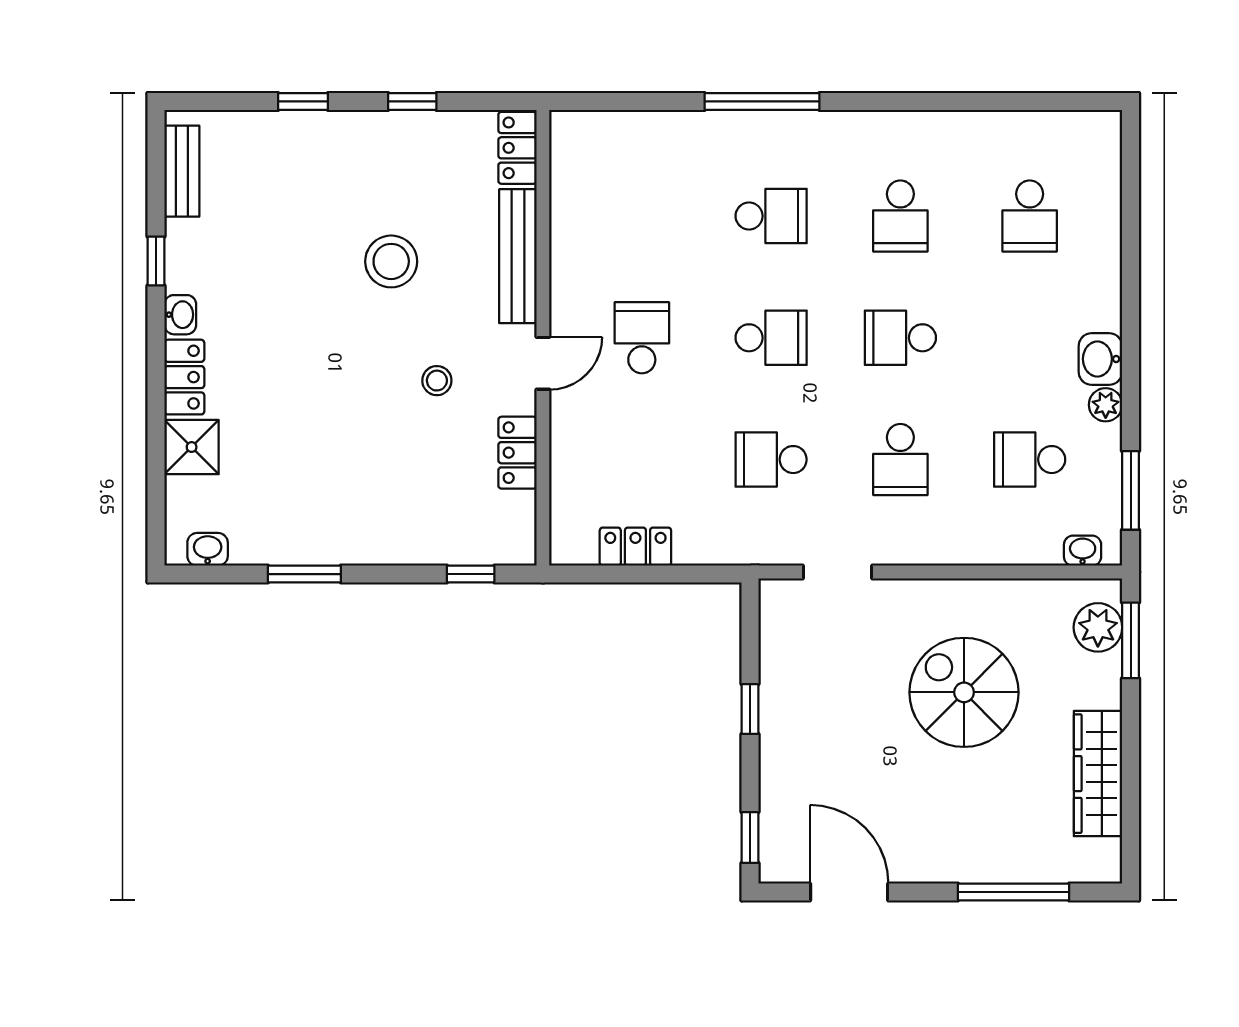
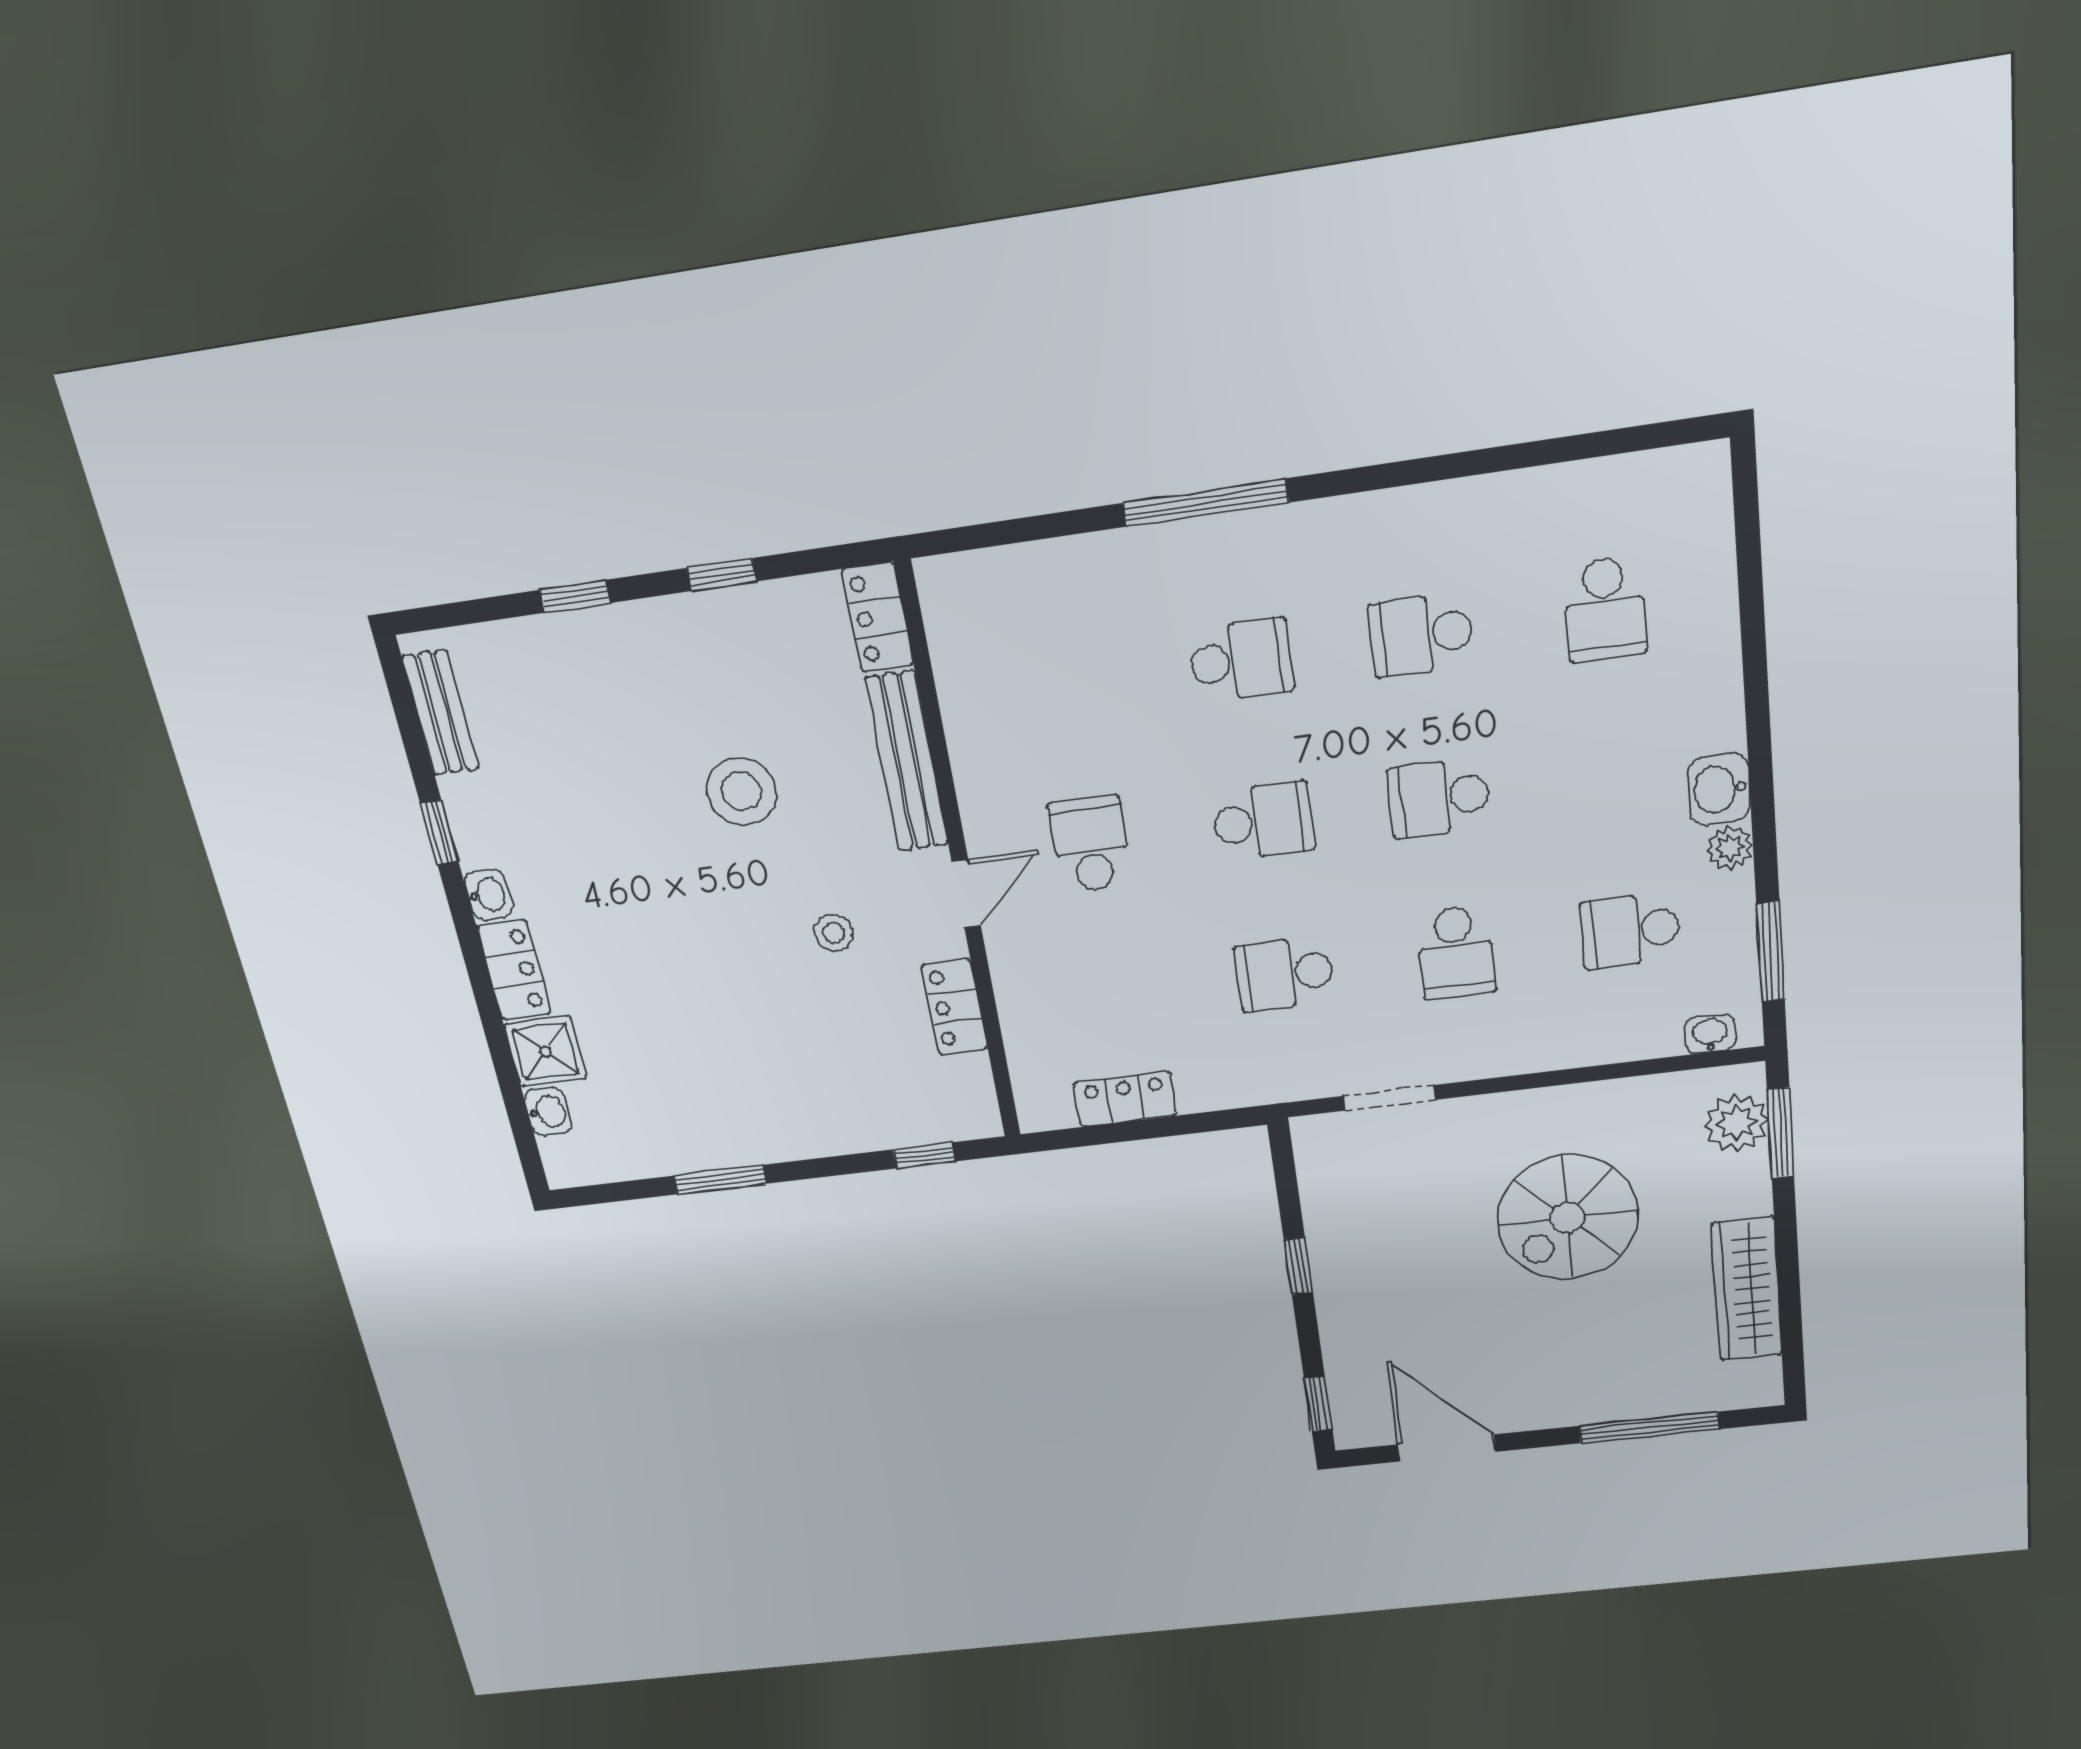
school desk: (900, 216) -> (1421, 635), turned 90
washbasin: (208, 549) -> (548, 1112), moved, turned 90
spiral stairs: (964, 692) -> (1567, 1217), turned -90

